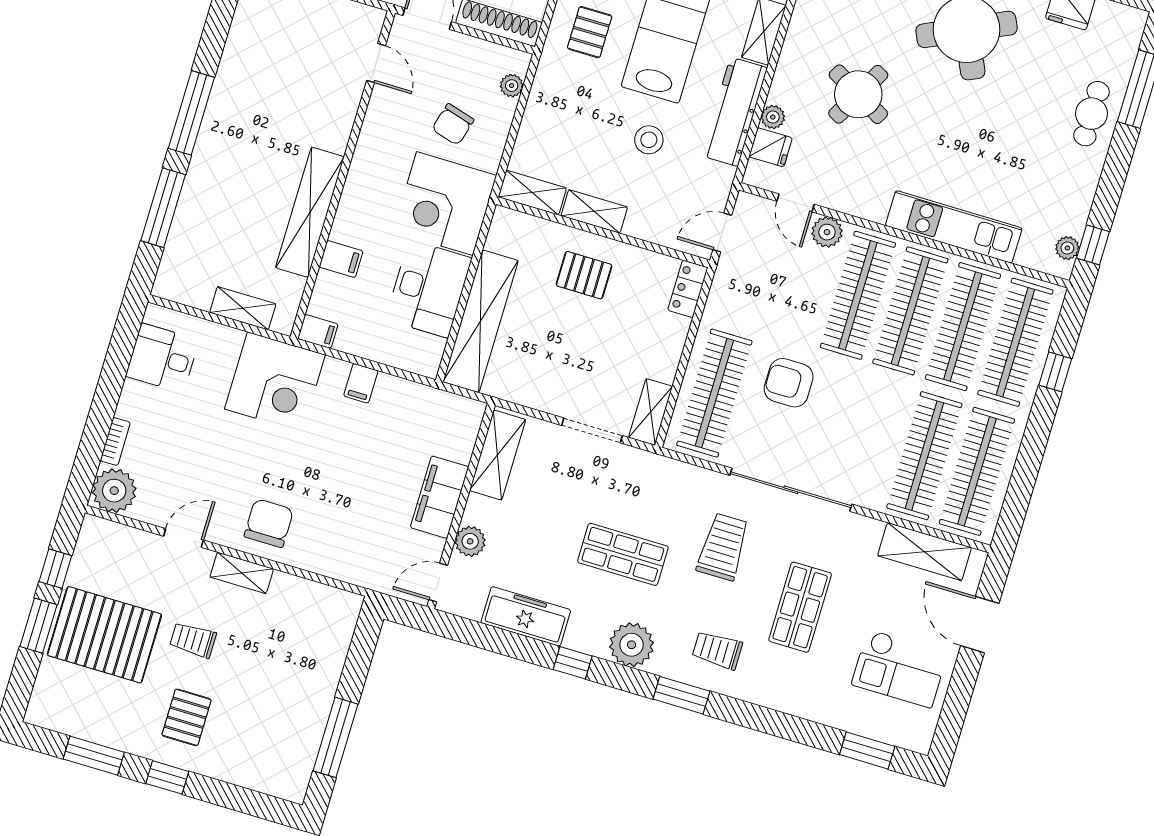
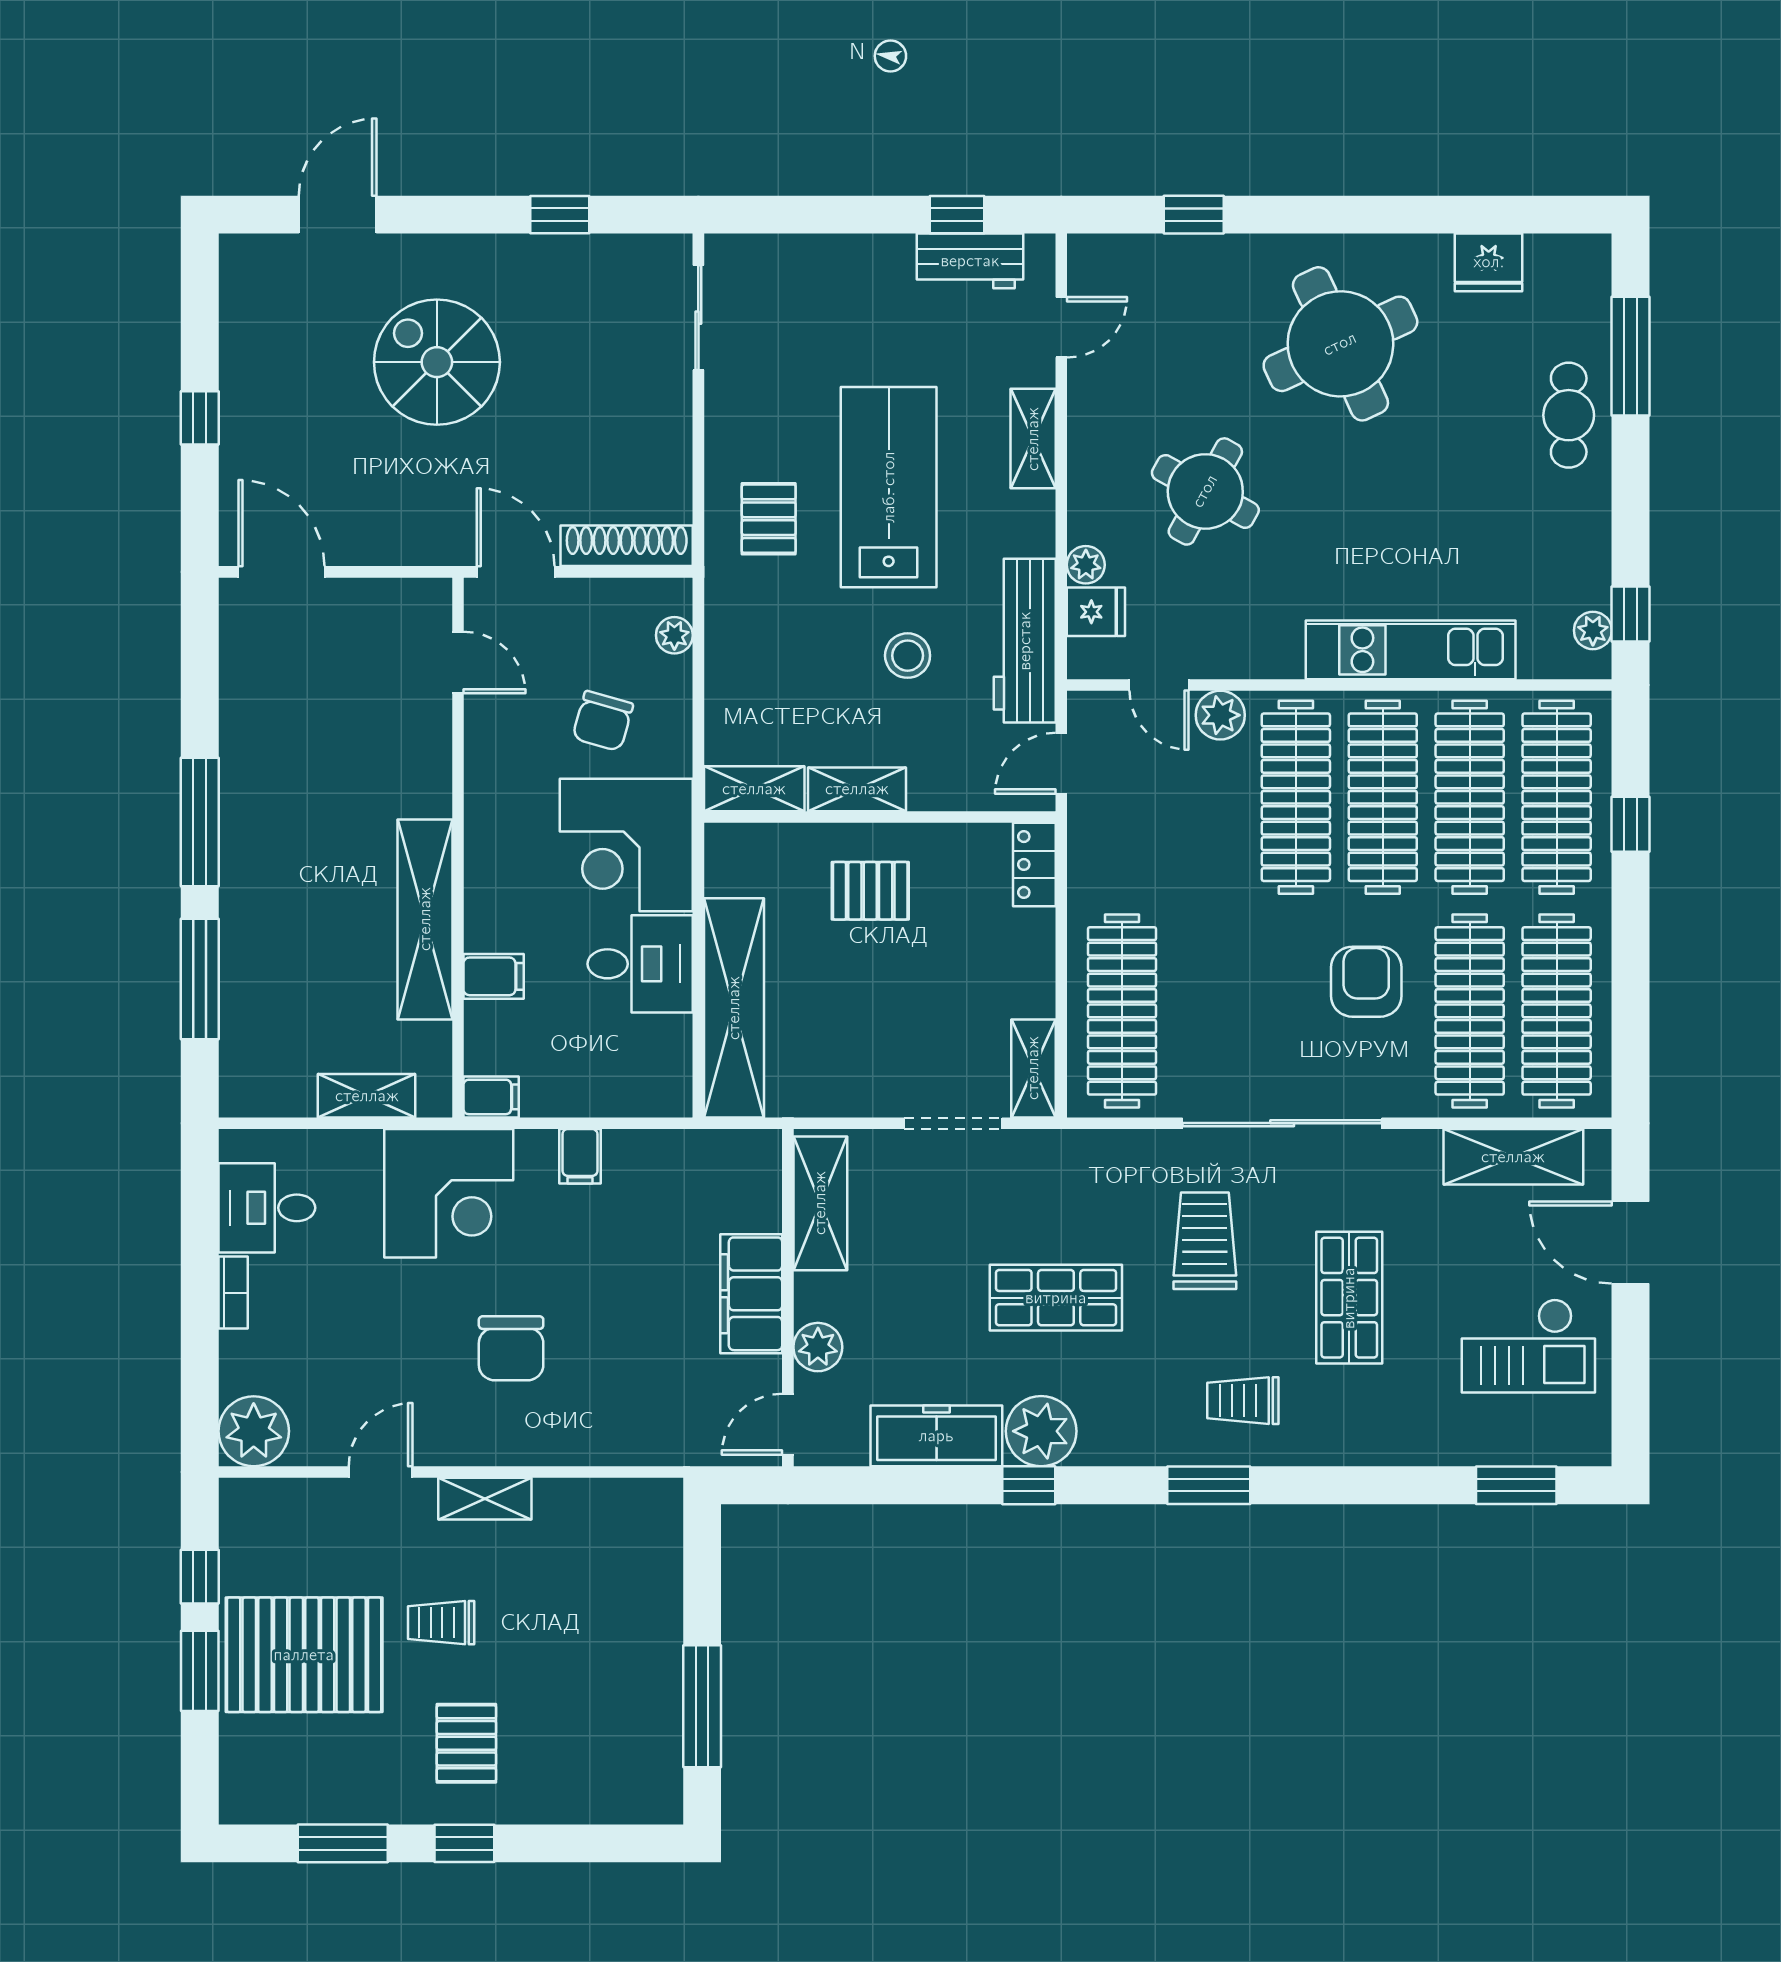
workbench: (734, 112) -> (1025, 641), moved
desk: (429, 289) -> (640, 964), width x0.73
armchair: (789, 383) -> (1366, 982), moved, turned 90
bookcase: (115, 442) -> (233, 1293), moved
chair: (269, 523) -> (511, 1348), moved, turned 180
plant: (632, 645) -> (1041, 1431), moved

